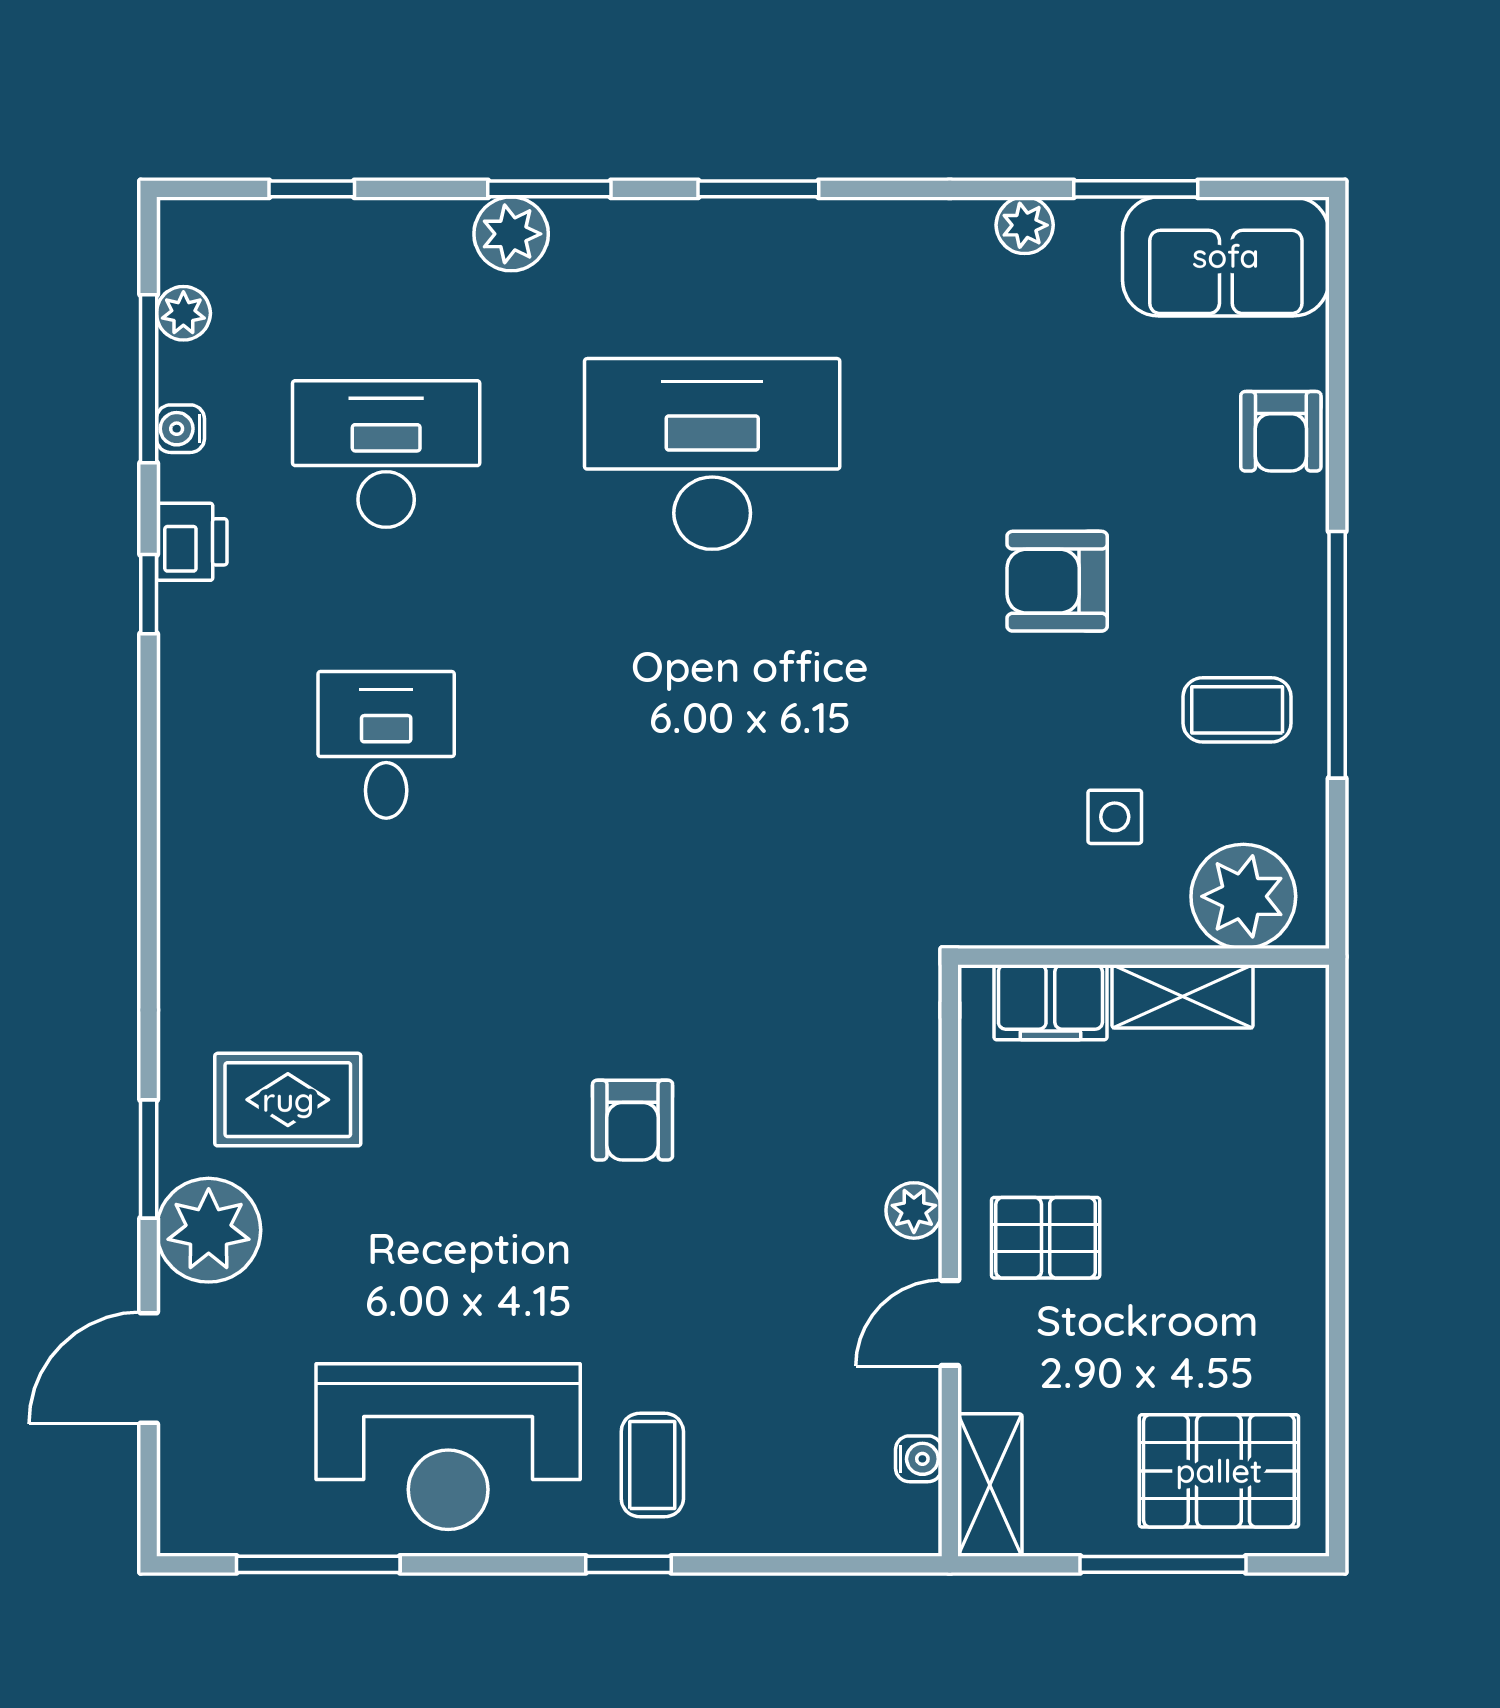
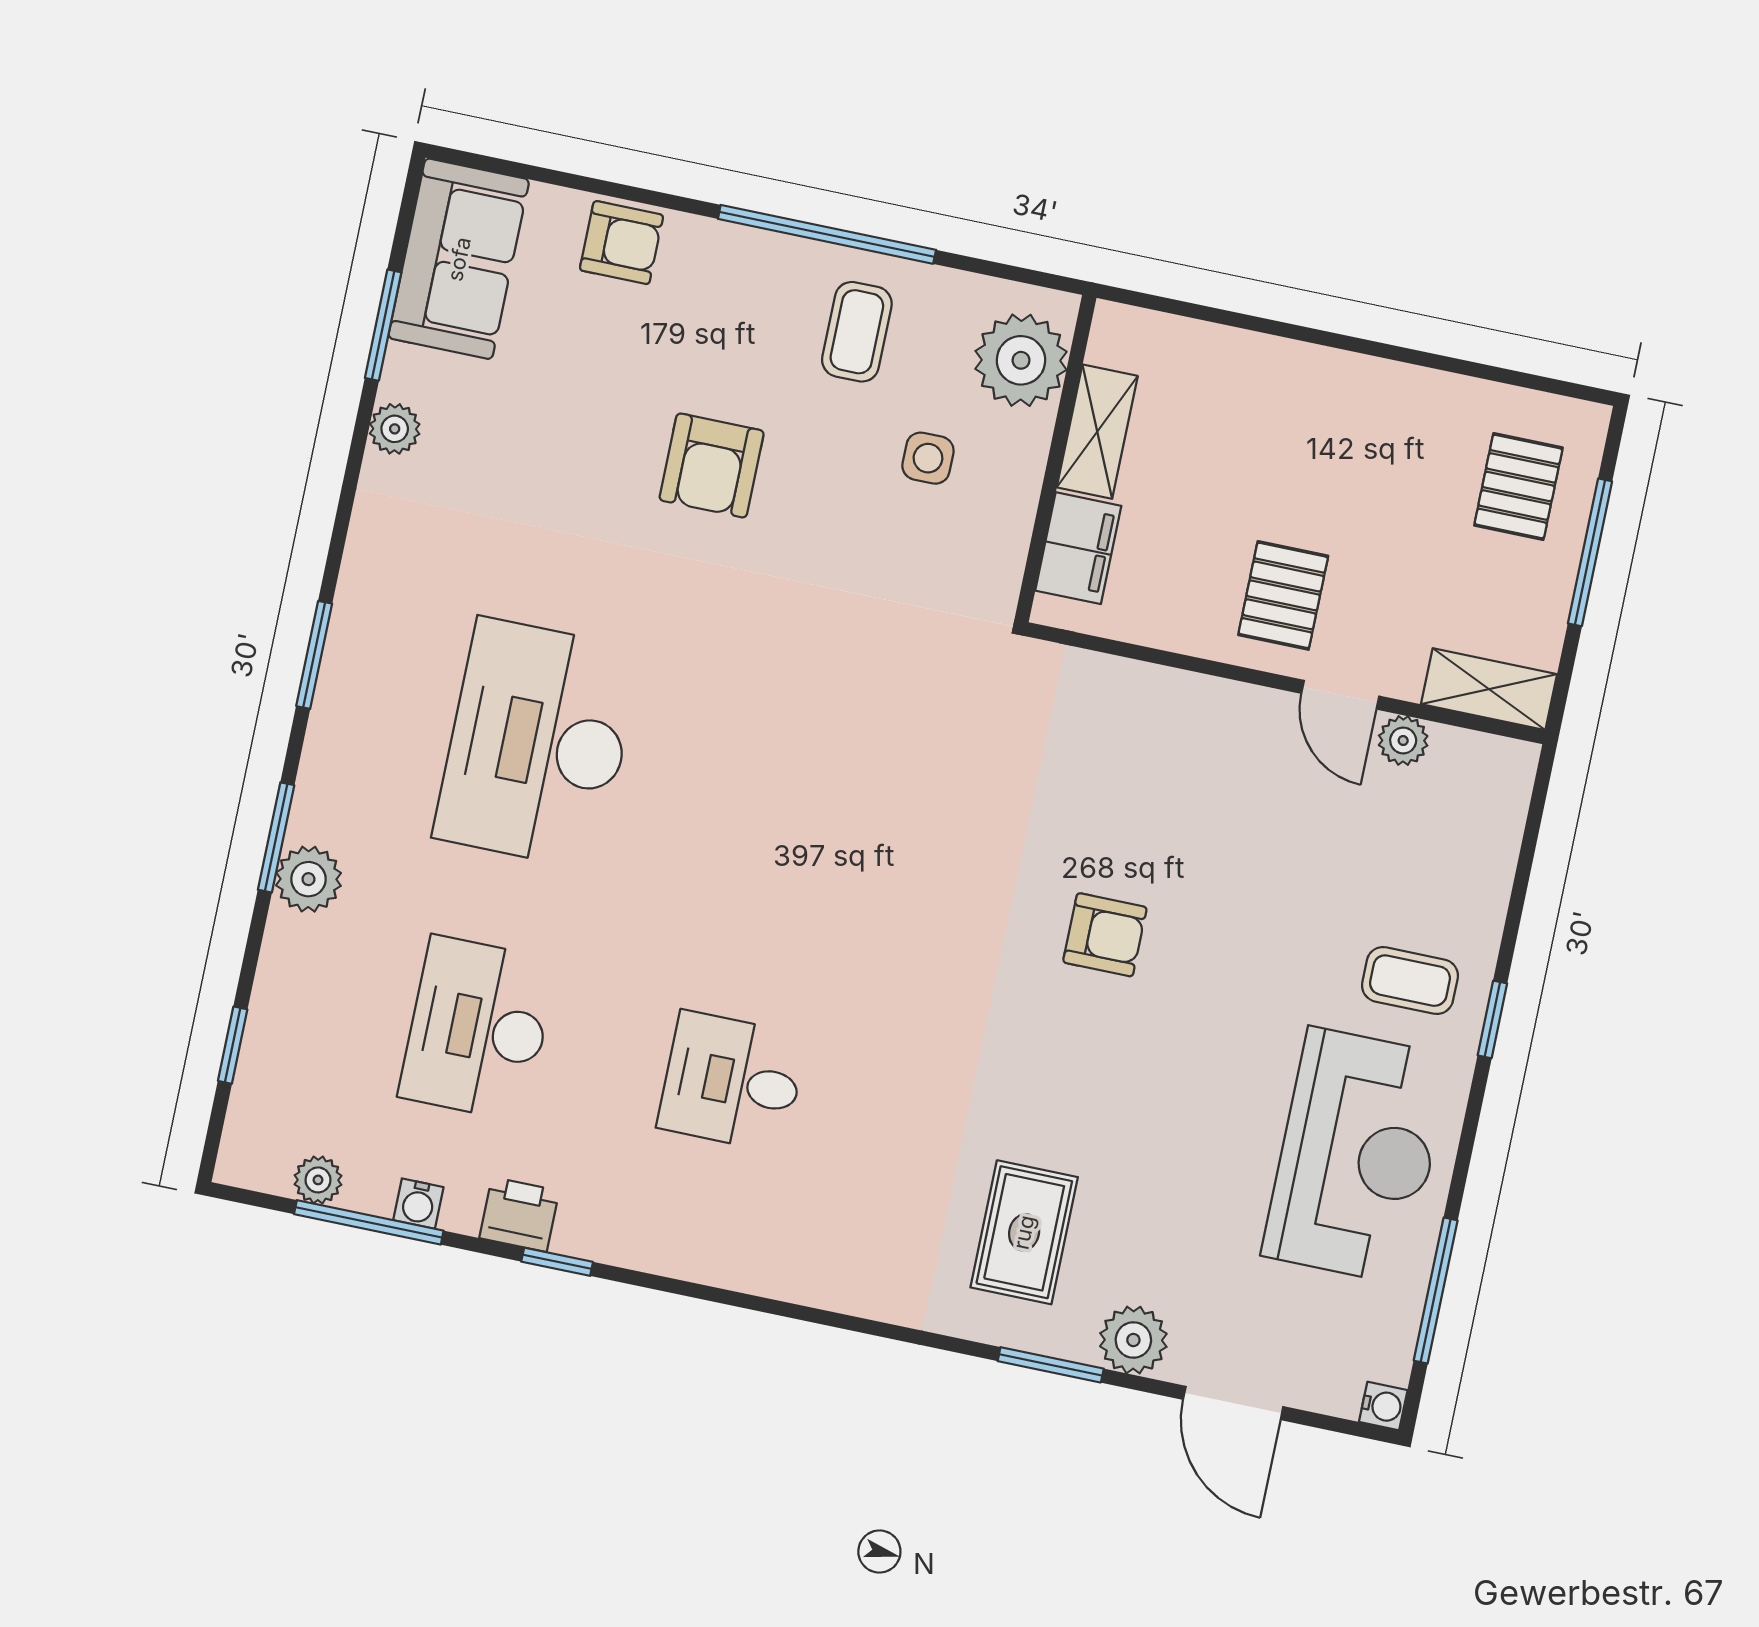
plant: (914, 1210) -> (1403, 741), moved
plant: (209, 1230) -> (1133, 1340), width x0.73, depth x0.73
water cooler: (919, 1459) -> (1383, 1406), moved, turned 90
pallet: (1219, 1471) -> (1518, 486), width x0.67, depth x0.71

